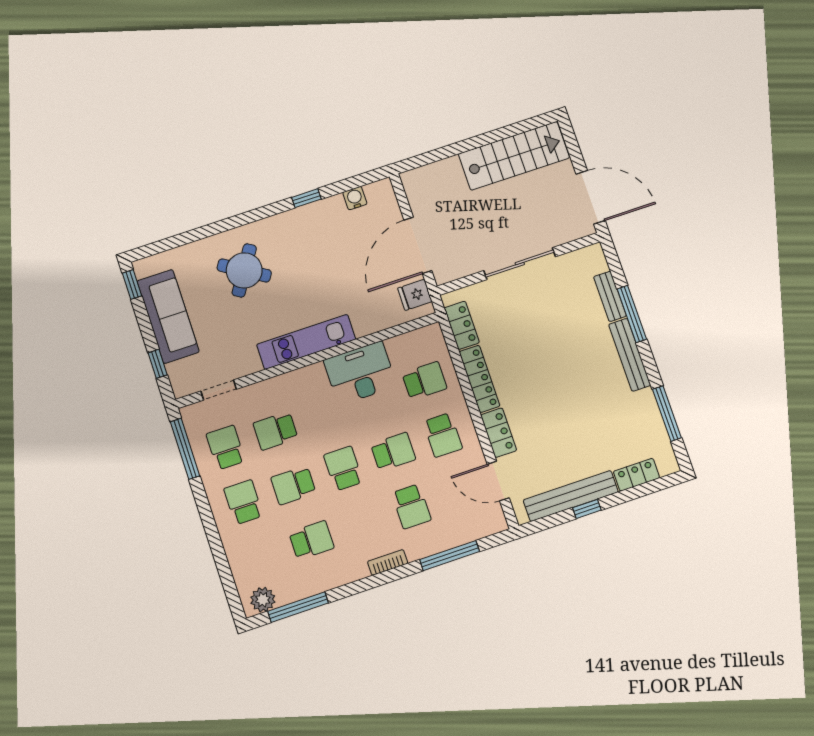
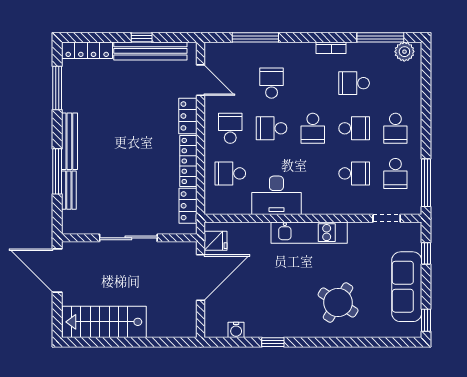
locker: (636, 475) -> (87, 50), width x1.53
bookcase: (388, 562) -> (331, 48), moved

